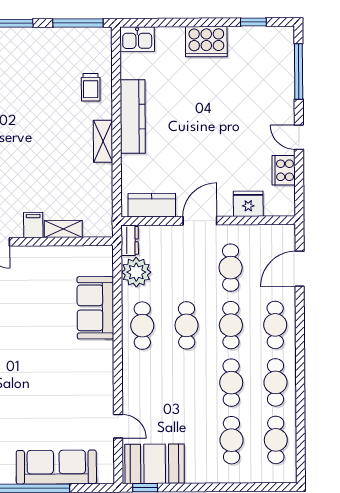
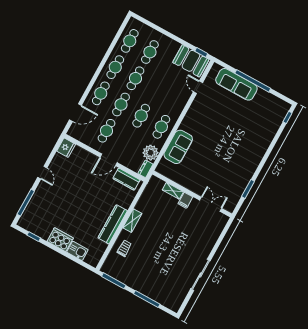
kitchen sink: (137, 39) -> (77, 251), moved
cooker: (284, 170) -> (58, 162), removed
fridge: (248, 204) -> (66, 148), moved, turned -90

